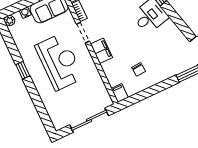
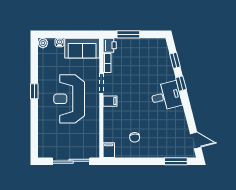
filing cabinet: (102, 51) -> (110, 101), width x0.50
reception desk: (59, 62) -> (69, 99), turned 180

